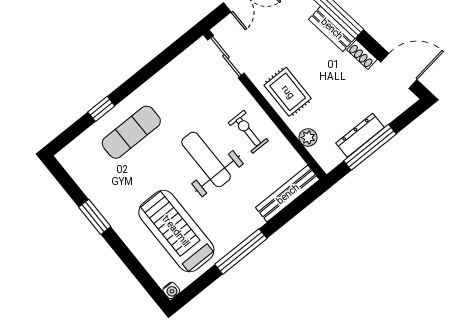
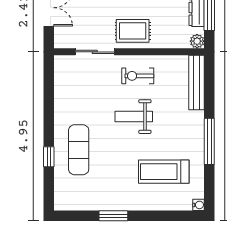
sliding door: (226, 57) -> (95, 52), moved
plant: (308, 138) -> (197, 41), moved
weight bench: (206, 159) -> (134, 117), width x0.73, depth x0.75
treadmill: (176, 231) -> (164, 172), width x0.73, depth x0.73

